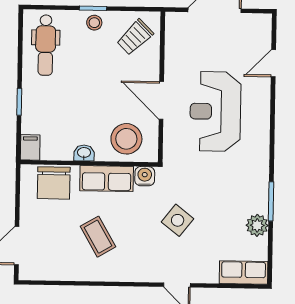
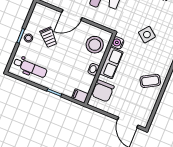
trolley: (135, 37) -> (49, 37), moved
door: (161, 100) -> (72, 15), moved
chair: (54, 183) -> (103, 91), turned 90
coffee table: (98, 237) -> (150, 81), moved

